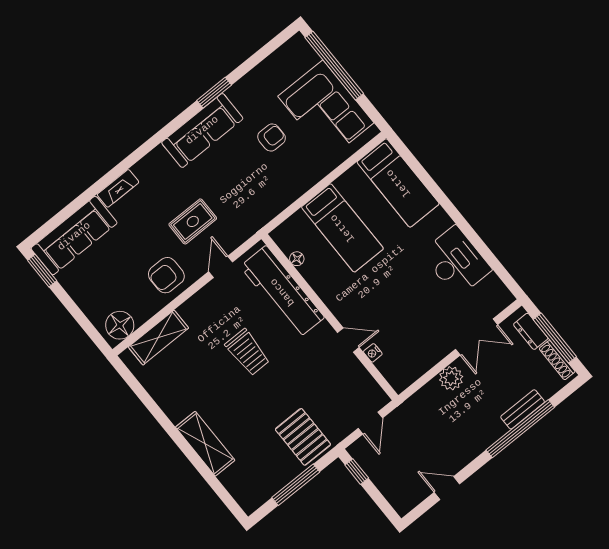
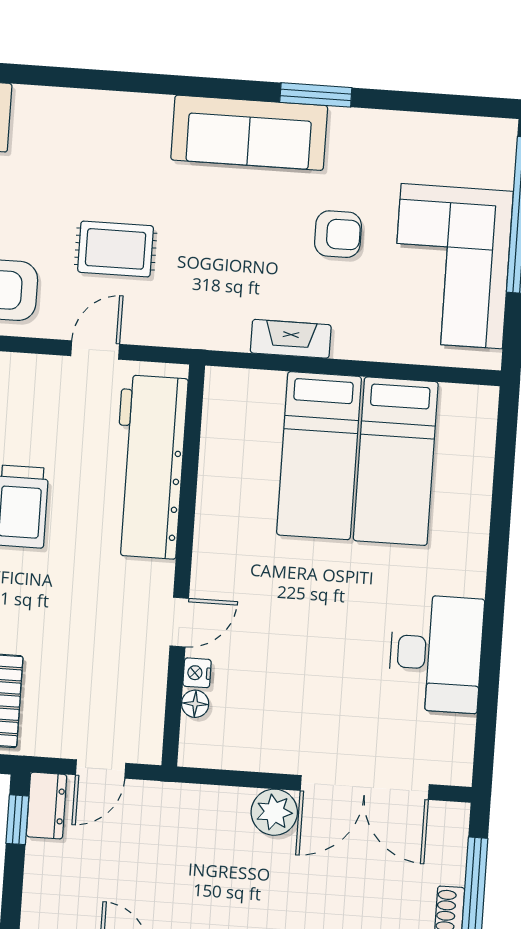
bed: (398, 183) -> (396, 461), moved
fireplace: (118, 188) -> (291, 339), moved, turned 180
floor lamp: (297, 259) -> (195, 704), moved
dresser: (531, 331) -> (46, 806), moved, turned 180
double door: (477, 337) -> (365, 787), width x1.37
door: (348, 340) -> (179, 622), hinge flipped

